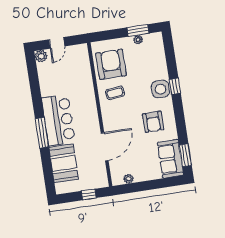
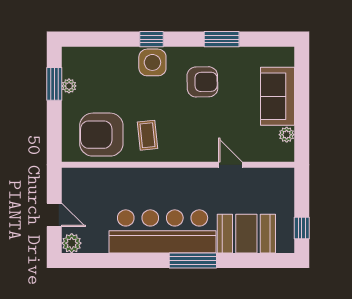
bar counter: (58, 120) -> (163, 231), width x1.36
door: (105, 147) -> (230, 165), width x0.53
window: (185, 155) -> (222, 39), moved
sofa: (170, 159) -> (277, 96), moved, turned 90
window: (89, 194) -> (302, 228), moved

